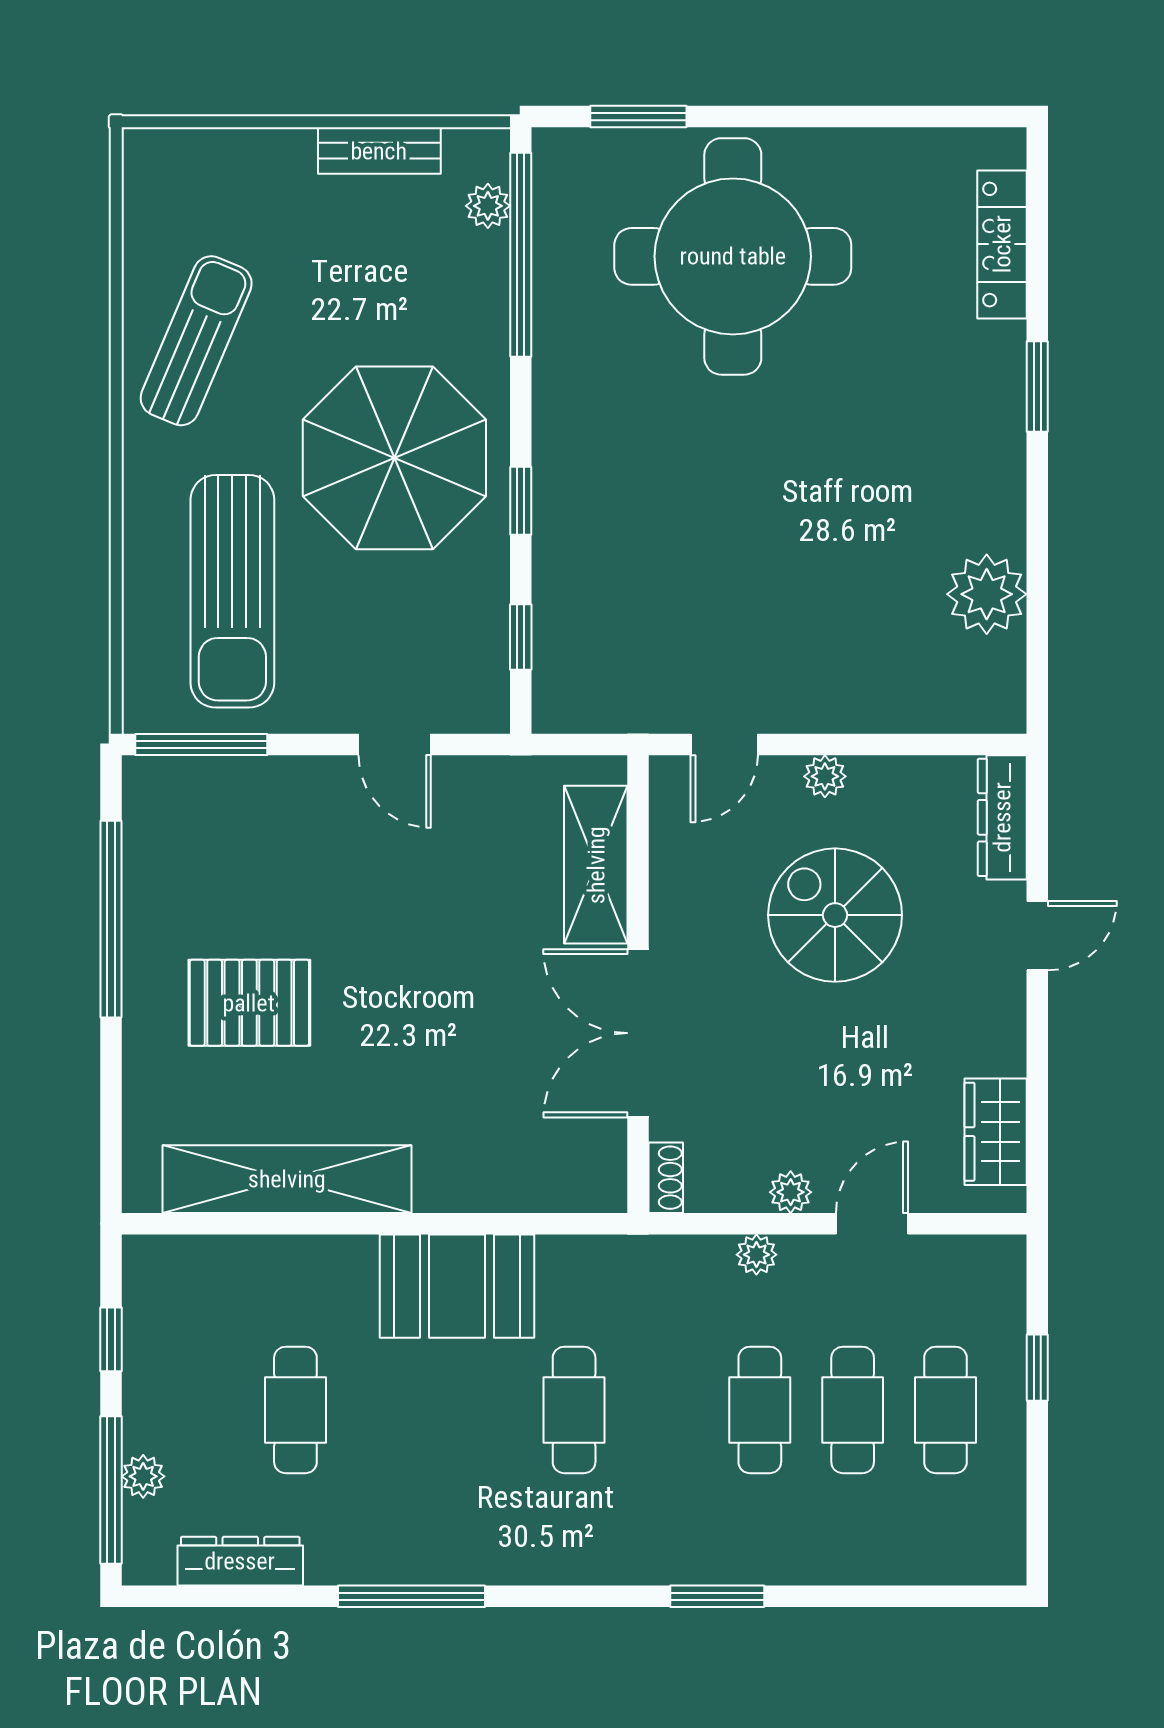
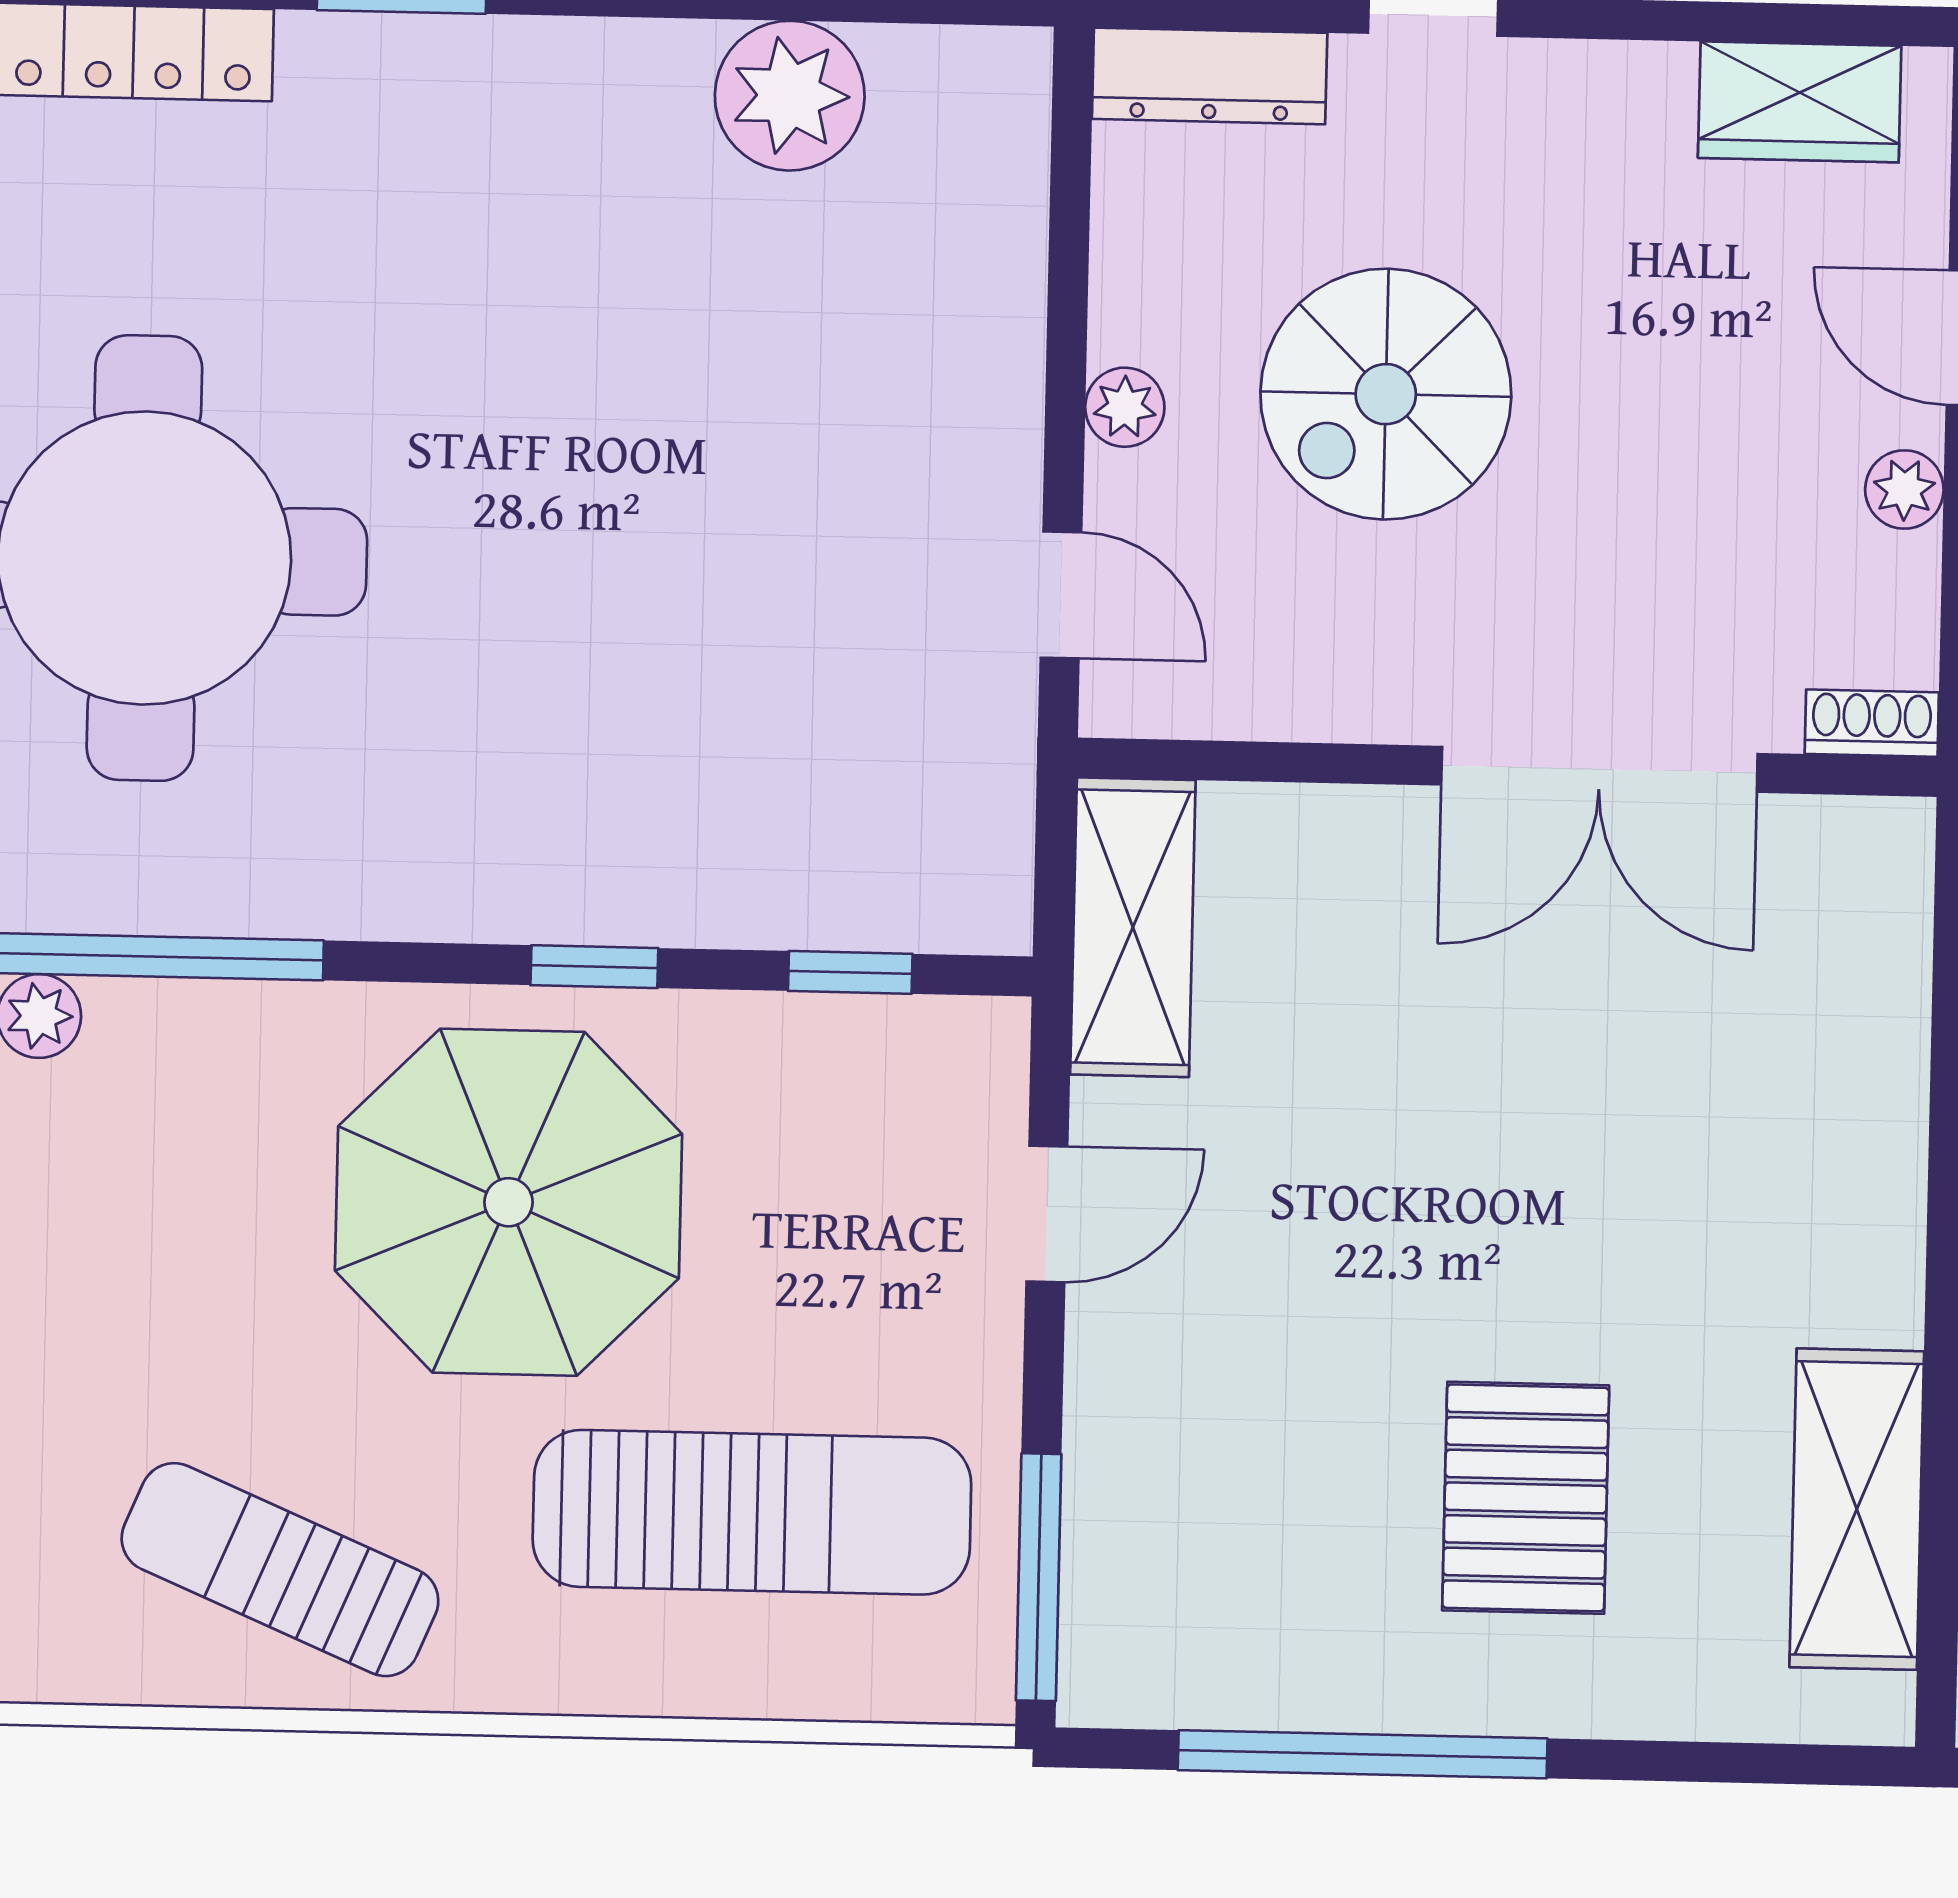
shelving: (596, 865) -> (1133, 927), moved, turned 90
shelving: (287, 1179) -> (1857, 1509), width x0.68

